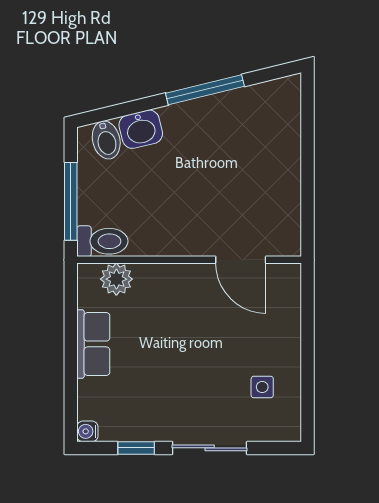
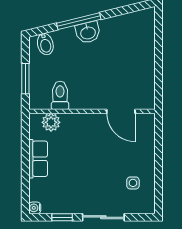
window: (205, 90) -> (79, 21), moved
washbasin: (141, 129) -> (88, 32), moved
window: (71, 201) -> (25, 79), width x0.69
toilet: (102, 241) -> (60, 95), moved, turned -90

